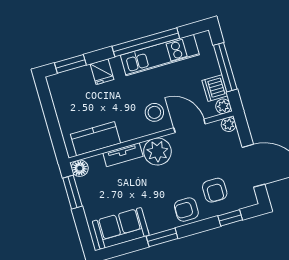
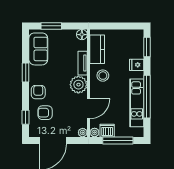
stool: (154, 112) -> (103, 76), moved
window: (72, 192) -> (51, 26), moved

